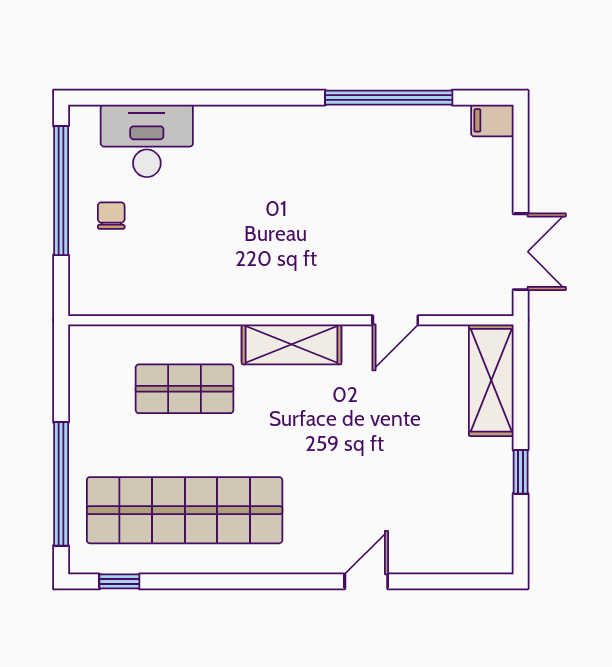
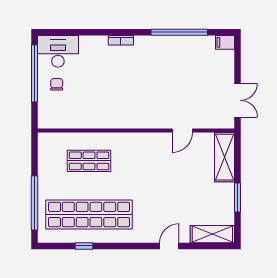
bookcase: (257, 116) -> (121, 40), added
desk: (147, 141) -> (58, 51), moved
shelving: (292, 344) -> (212, 234), moved
window: (521, 472) -> (237, 198), width x1.50
window: (119, 581) -> (84, 246), moved

